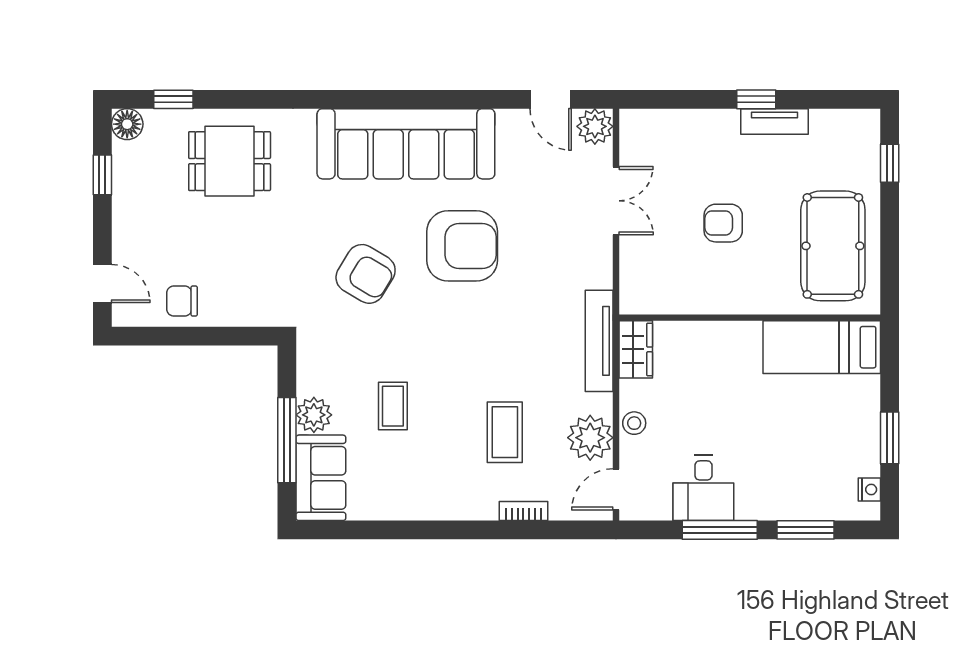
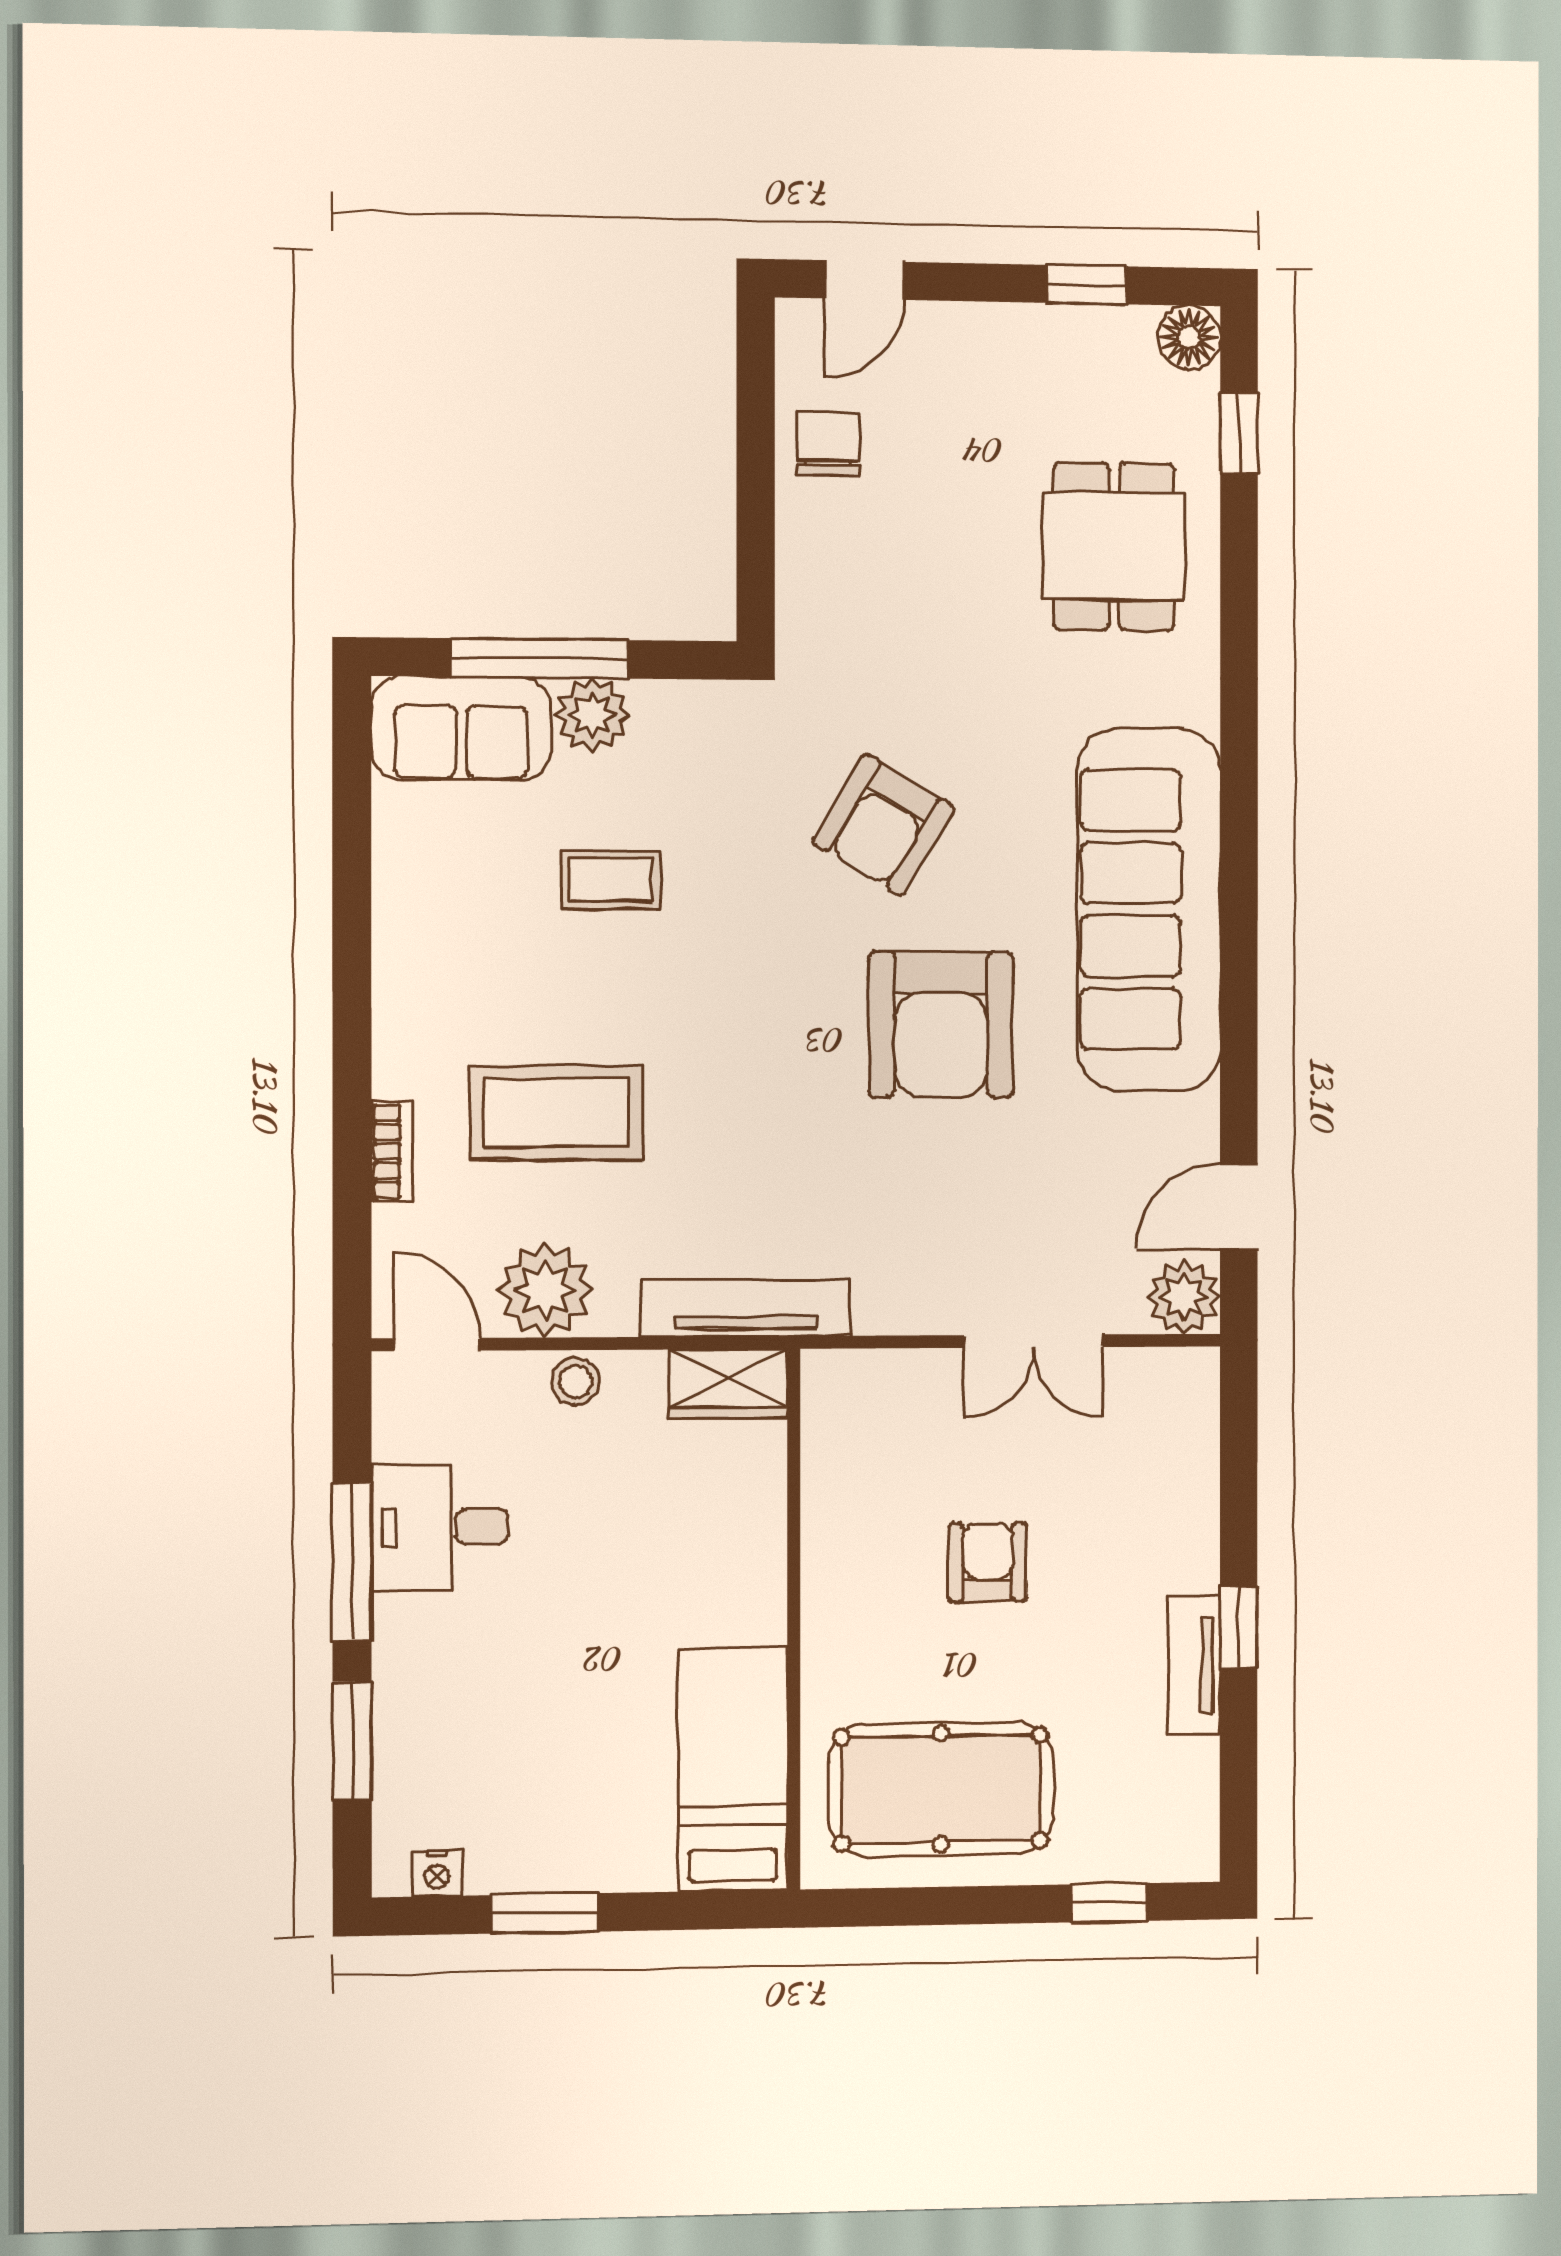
coffee table: (505, 432) -> (556, 1113), width x1.36, depth x1.32

